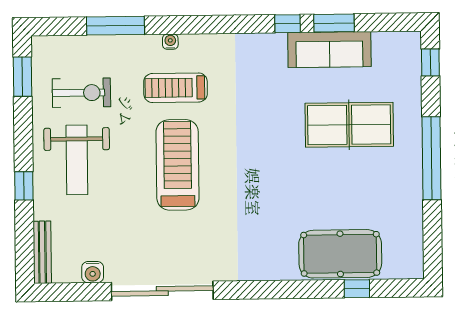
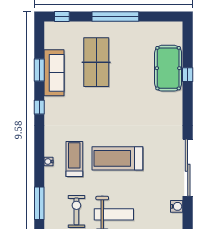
window: (287, 24) -> (39, 107), moved
window: (115, 26) -> (39, 203), moved
treadmill: (176, 88) -> (74, 159), turned 180
window: (357, 289) -> (188, 75), moved

